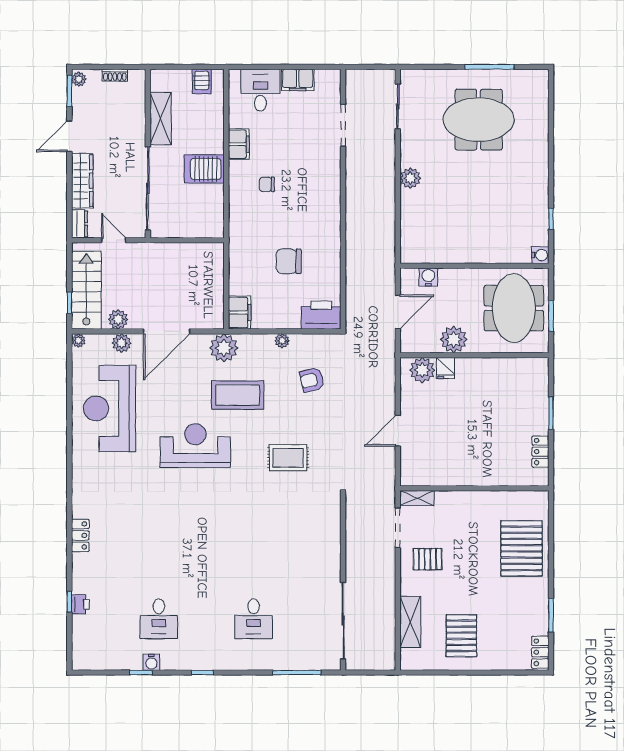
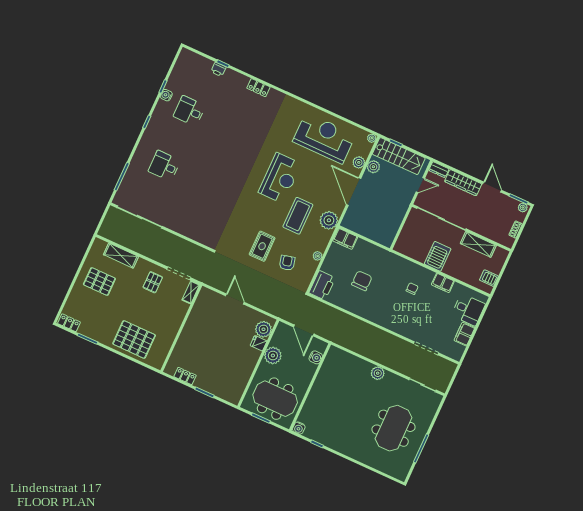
rug: (288, 458) -> (262, 246), moved

